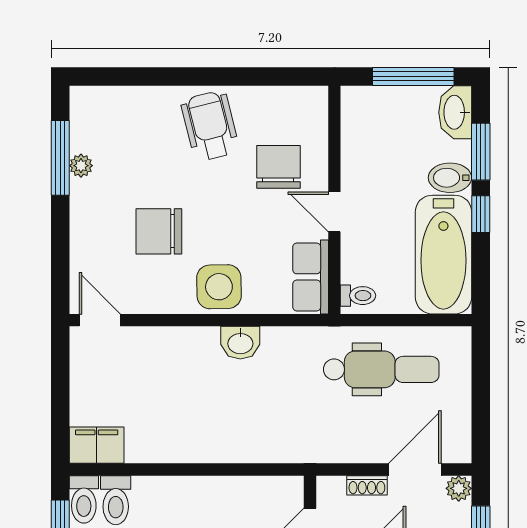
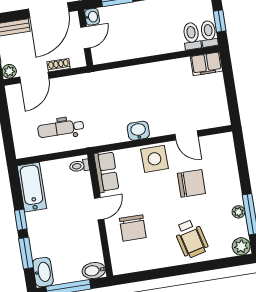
plant: (86, 102) -> (241, 246), added
wheelchair: (210, 126) -> (191, 239), moved
bidet: (450, 178) -> (94, 271), moved, turned 180
door: (334, 212) -> (99, 209), hinge flipped
bathtub: (443, 255) -> (32, 187), width x0.73, depth x0.73
door: (100, 320) -> (187, 135), moved
dental chair: (381, 369) -> (61, 128), width x0.73, depth x0.72

